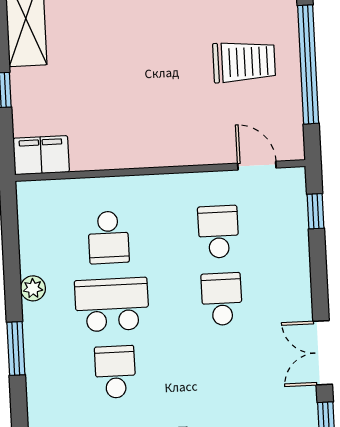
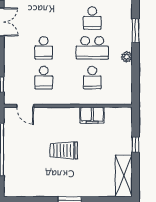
trolley: (244, 62) -> (64, 150), moved
filing cabinet: (41, 155) -> (92, 115), moved
school desk: (108, 237) -> (92, 78), turned 180

